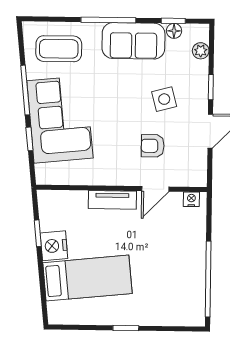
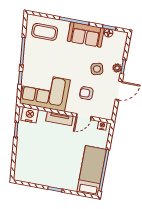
plant: (201, 51) -> (117, 68), moved
corner sofa: (60, 119) -> (45, 92), moved, turned -84
nightstand: (54, 246) -> (30, 115), moved, turned 96
bed: (87, 278) -> (92, 171), moved, turned -84

